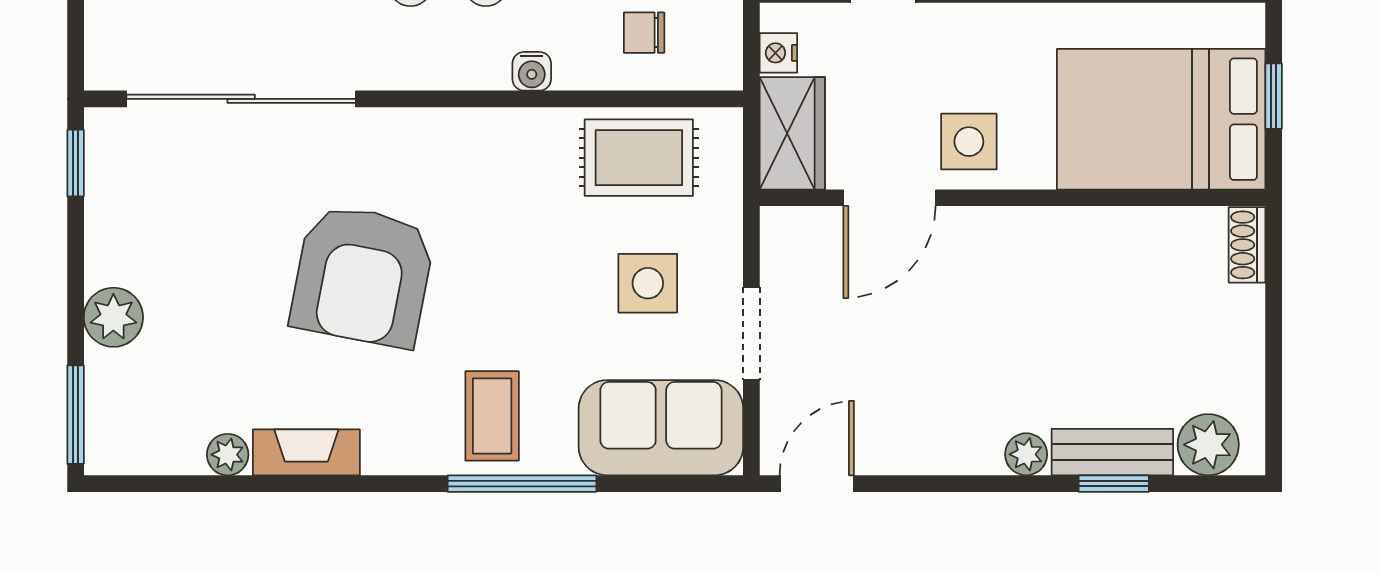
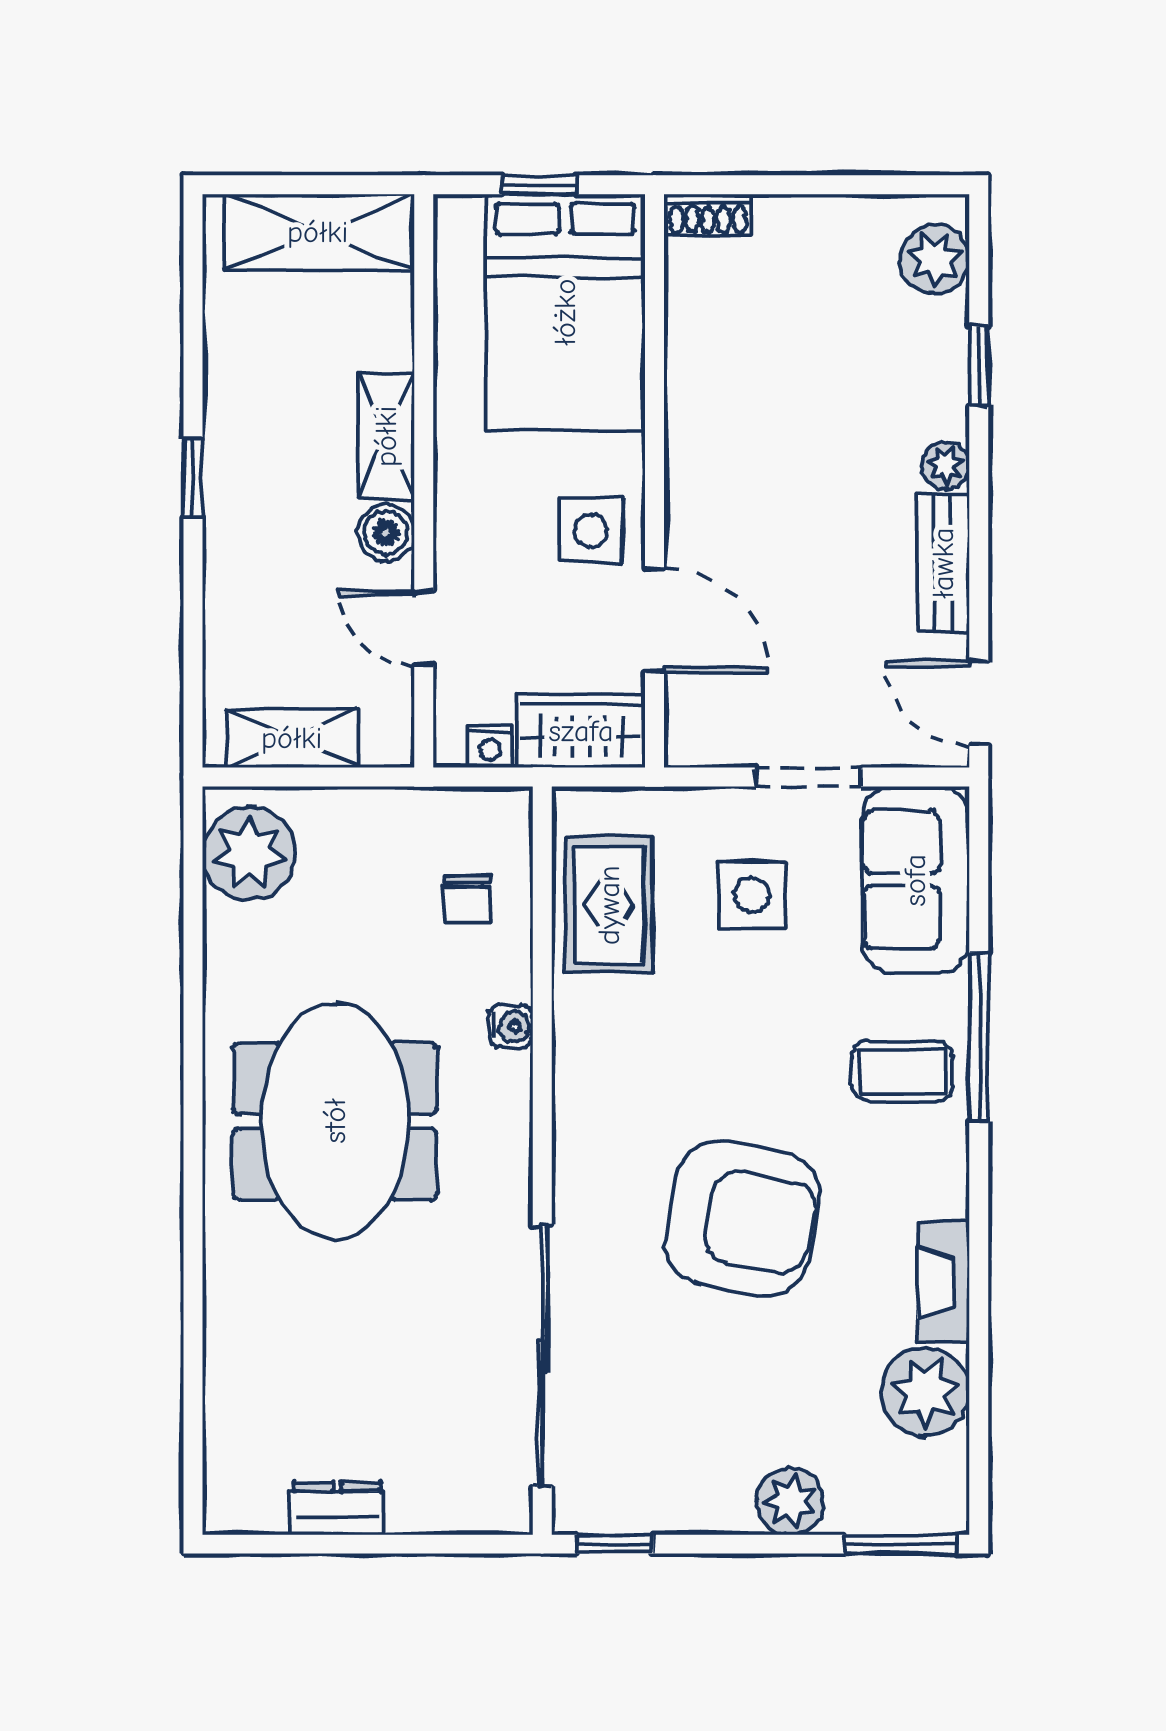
bench: (1112, 452) -> (943, 563), moved
plant: (228, 455) -> (925, 1392), width x1.88, depth x1.88

